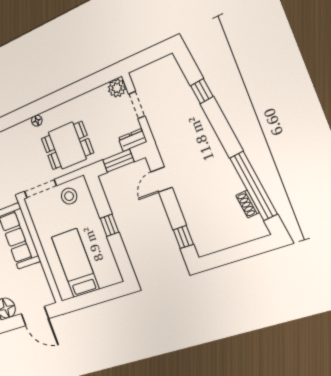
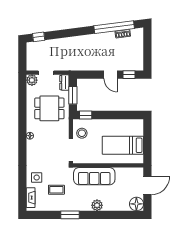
window: (202, 91) -> (39, 37), moved
dining table: (67, 146) -> (49, 108), moved, turned 90
door: (161, 180) -> (111, 75), moved
window: (109, 225) -> (86, 115), moved

